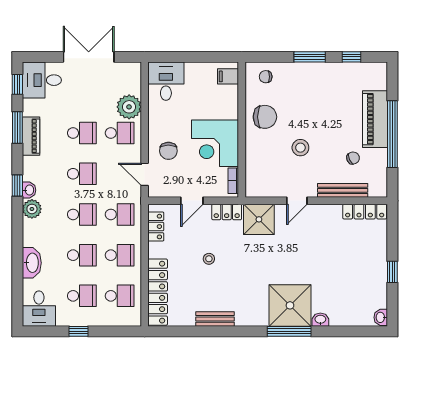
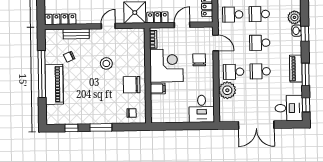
filing cabinet: (228, 76) -> (158, 89), moved
bench: (343, 190) -> (76, 34), width x0.73

